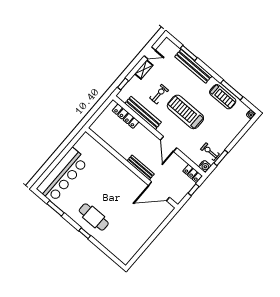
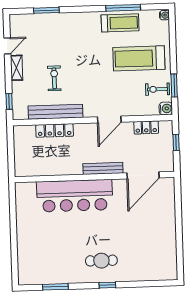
bench: (193, 66) -> (63, 19), removed
treadmill: (185, 112) -> (139, 58), moved
locker: (126, 116) -> (55, 130), moved
door: (168, 144) -> (109, 120), hinge flipped
locker: (192, 173) -> (146, 127), moved
bar counter: (63, 175) -> (75, 196), moved, turned 90
cafe table: (94, 217) -> (101, 261), width x0.73, depth x0.74

